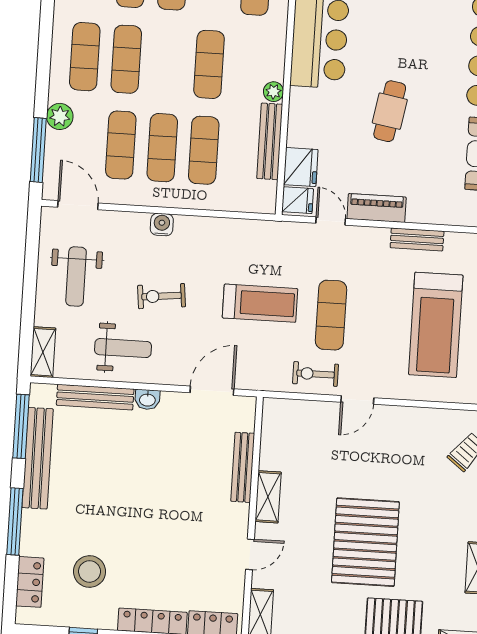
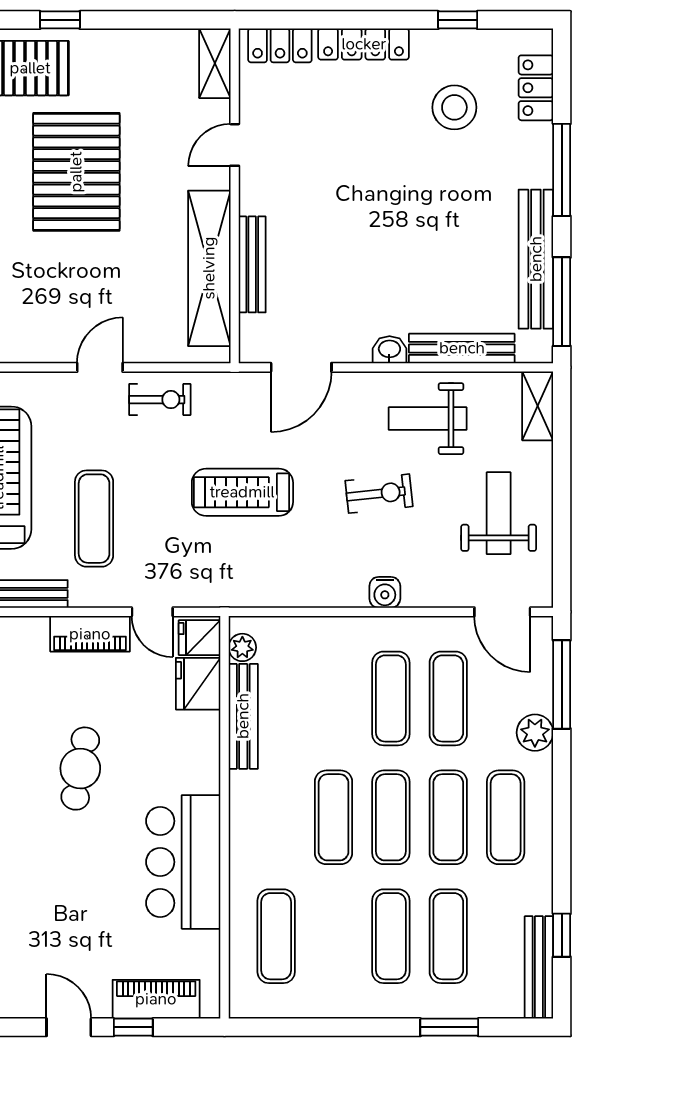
plant: (273, 92) -> (242, 647), moved
exercise mat: (204, 150) -> (391, 817), moved
exercise mat: (331, 315) -> (94, 519), moved
shelving: (268, 497) -> (209, 268), width x2.20, depth x1.33

